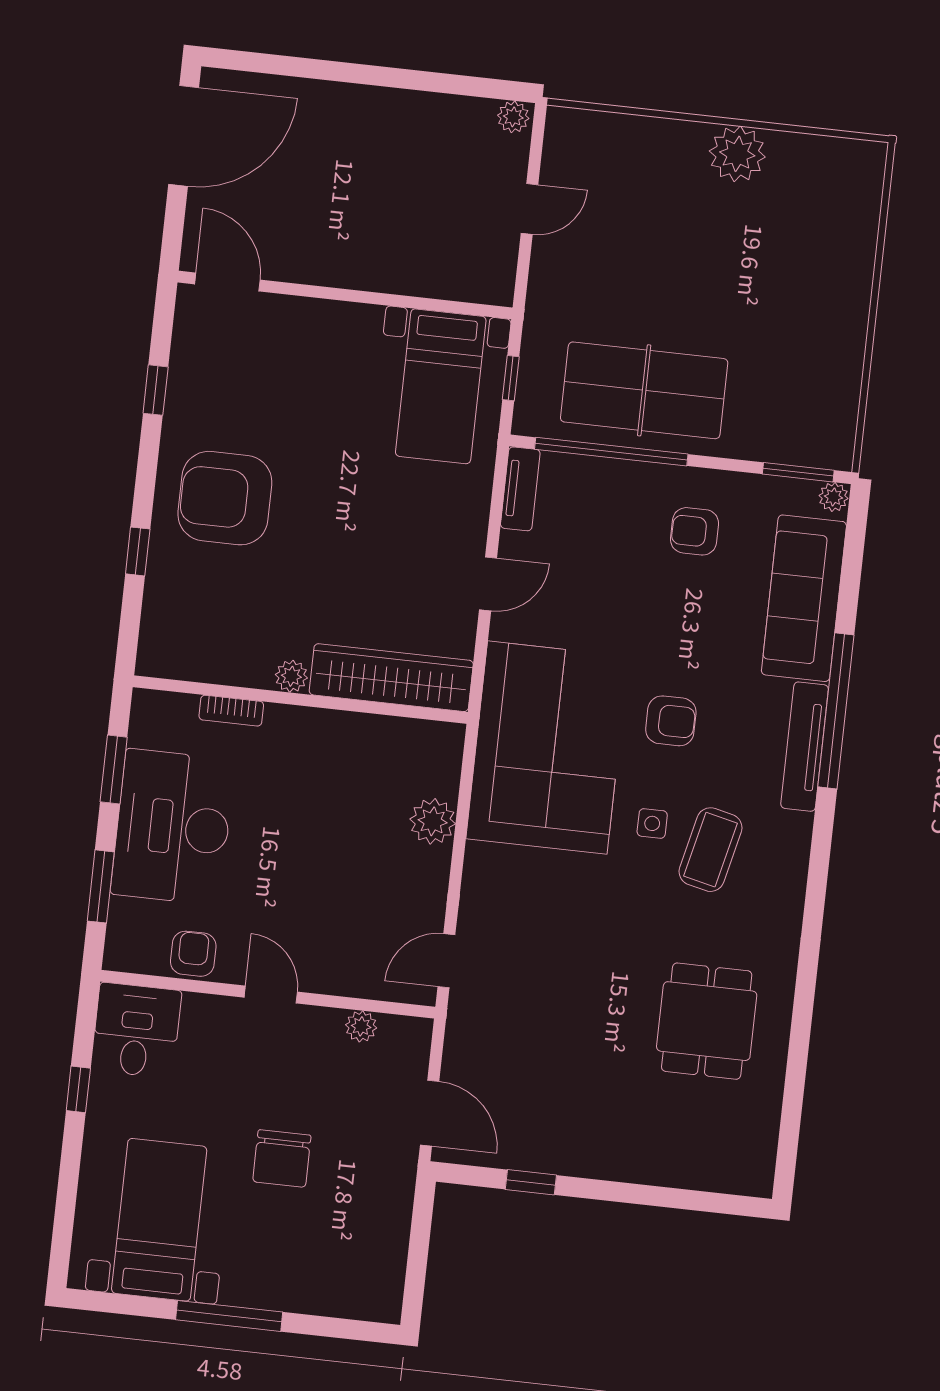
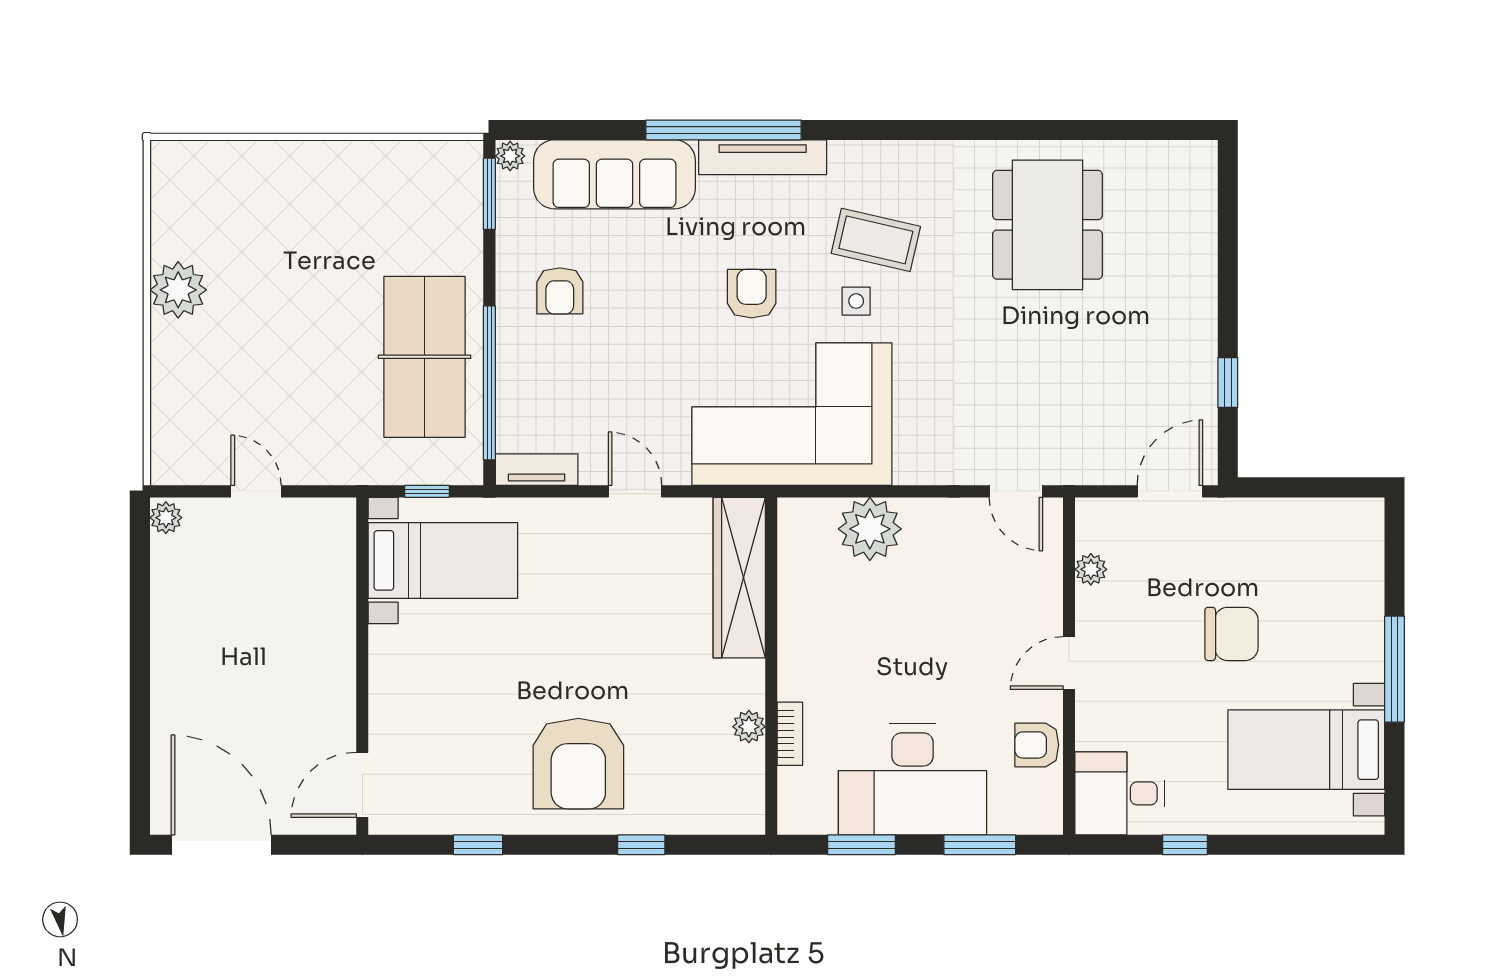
plant: (291, 676) -> (749, 727), moved
plant: (433, 821) -> (870, 529), width x1.36, depth x1.36
dining table: (707, 1021) -> (1047, 225), width x1.38

